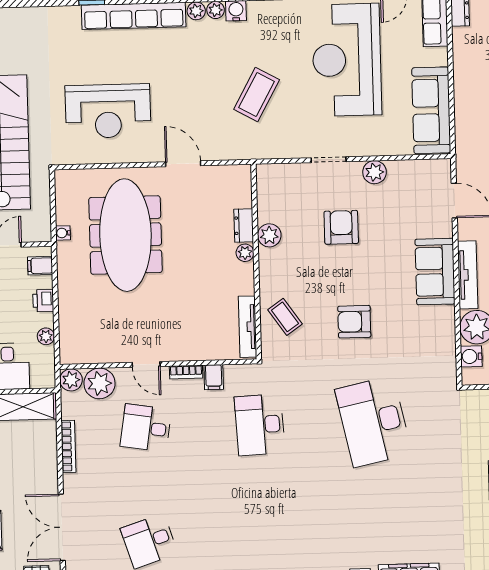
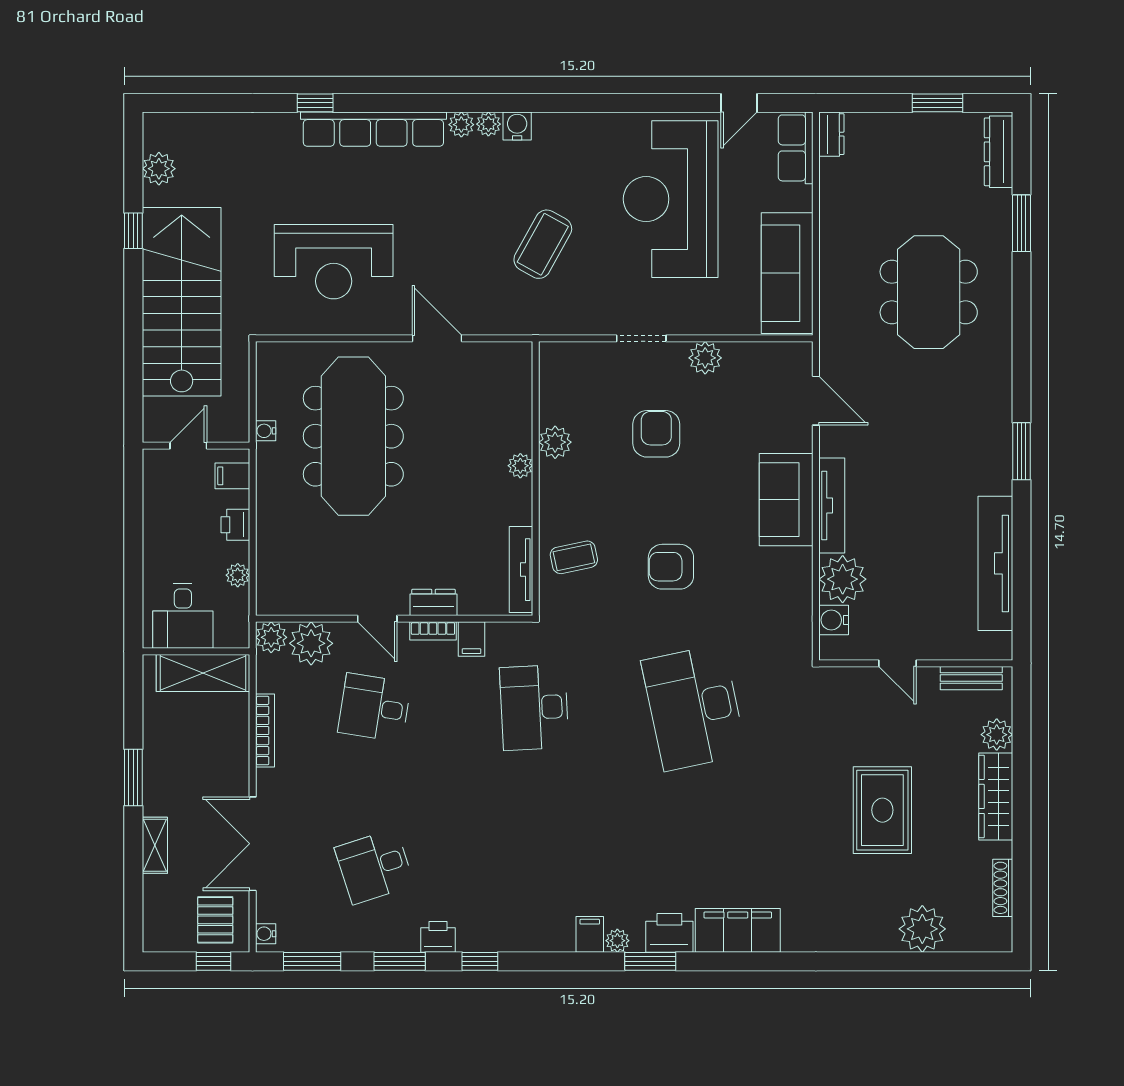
dresser: (244, 226) -> (433, 602), moved, turned 90
coffee table: (285, 317) -> (574, 557), turned -67

